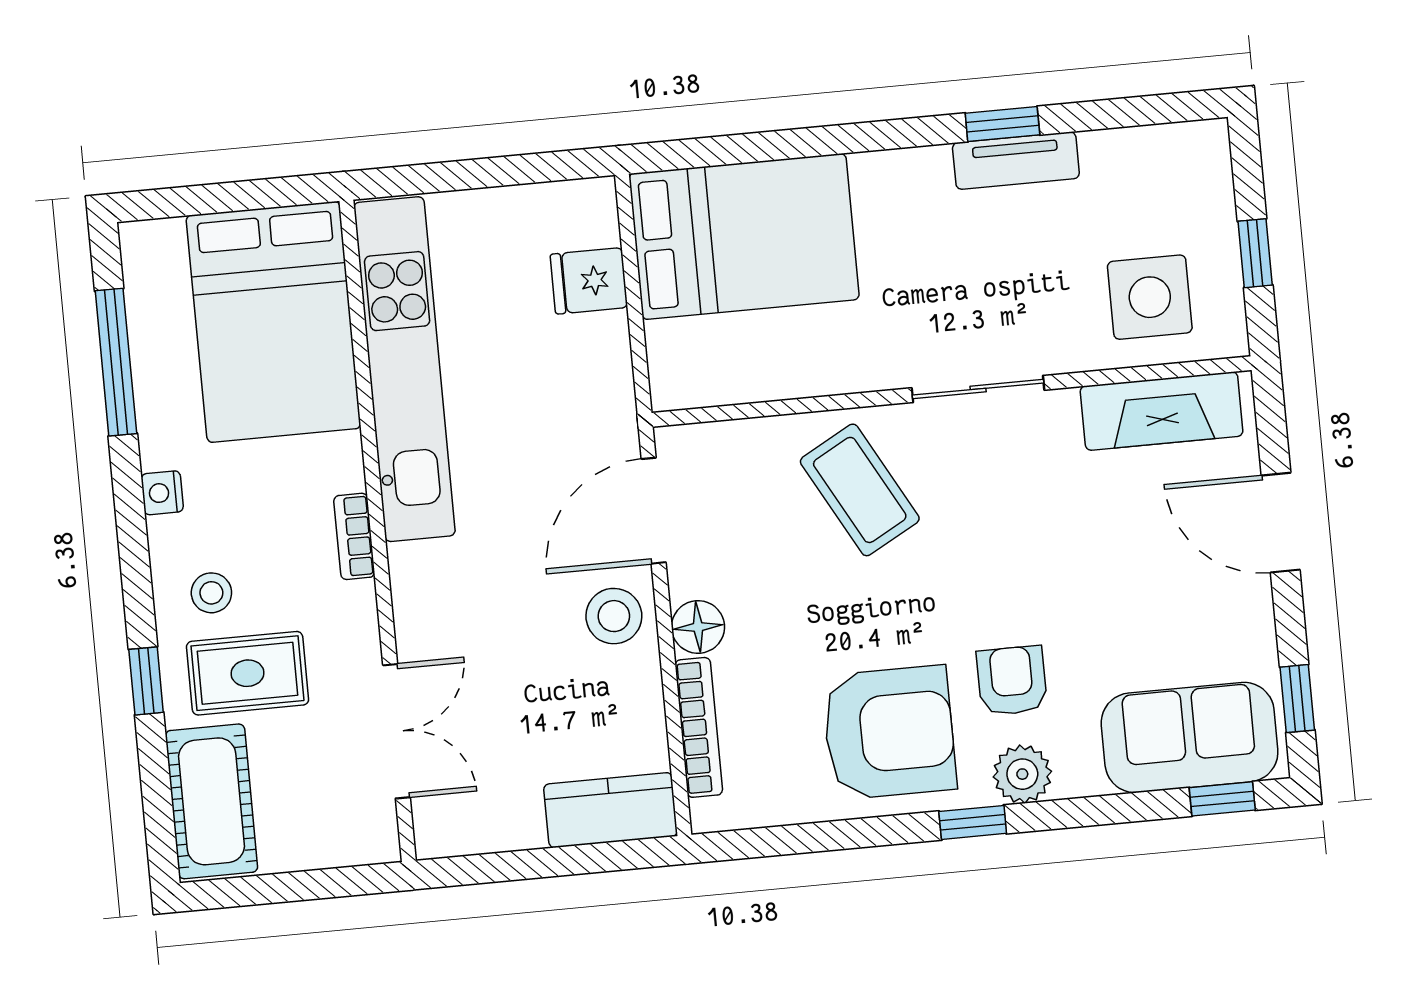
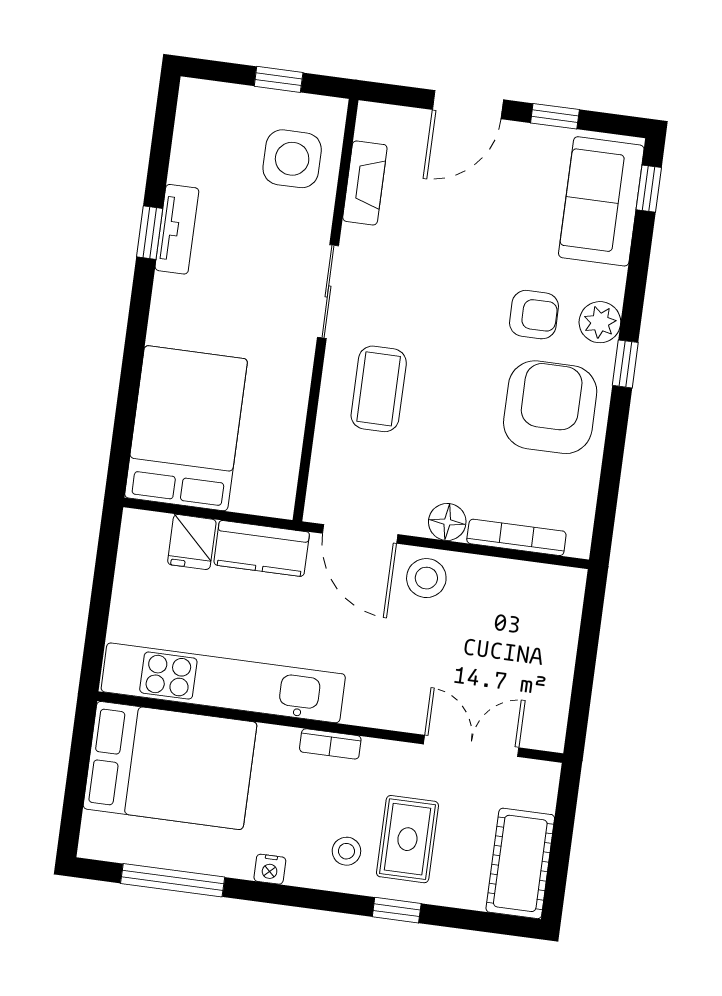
fireplace: (1162, 411) -> (365, 183), width x0.73, depth x0.76
coffee table: (860, 490) -> (379, 389), turned -61
armchair: (1012, 681) -> (534, 315), turned 180
window: (1297, 699) -> (555, 116), moved
cot: (211, 801) -> (520, 863), moved, turned 90
kitchen counter: (611, 810) -> (262, 549), moved, turned -90

